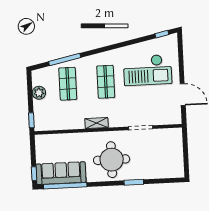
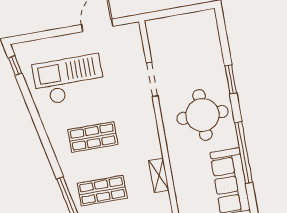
checkout: (148, 70) -> (69, 80), turned -90
shelving: (97, 123) -> (159, 175), moved
window: (65, 186) -> (244, 152), moved

